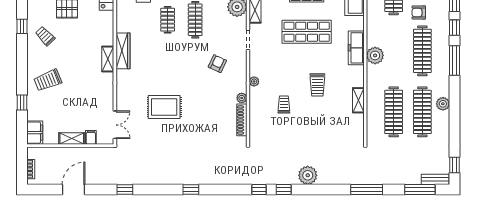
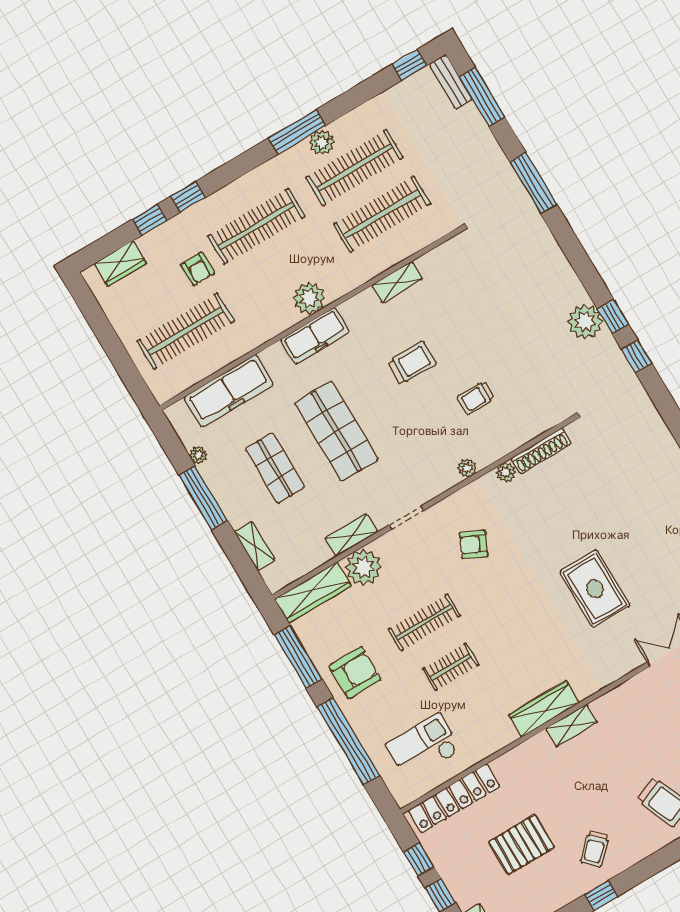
window: (454, 61) -> (297, 132), moved
plant: (308, 175) -> (585, 322), moved

